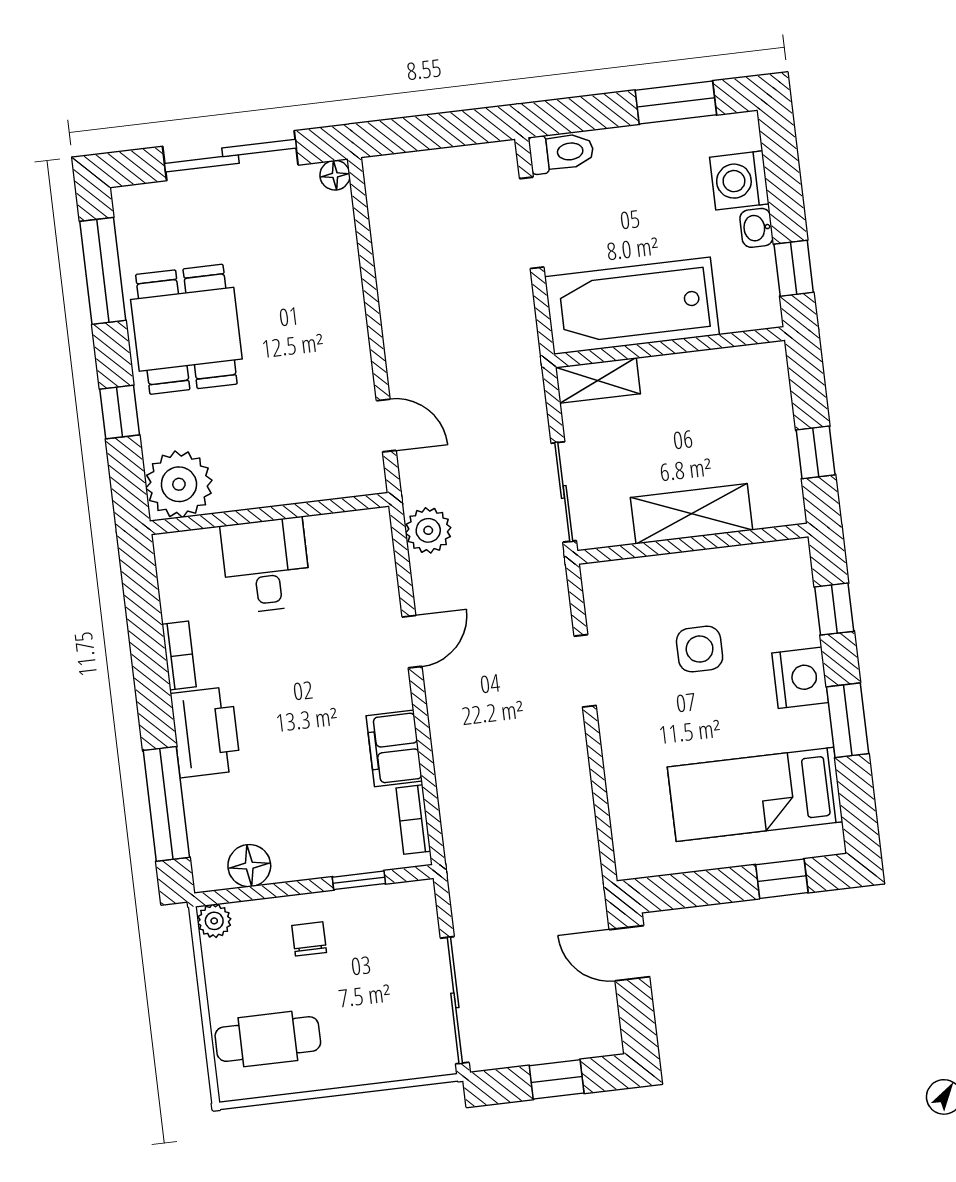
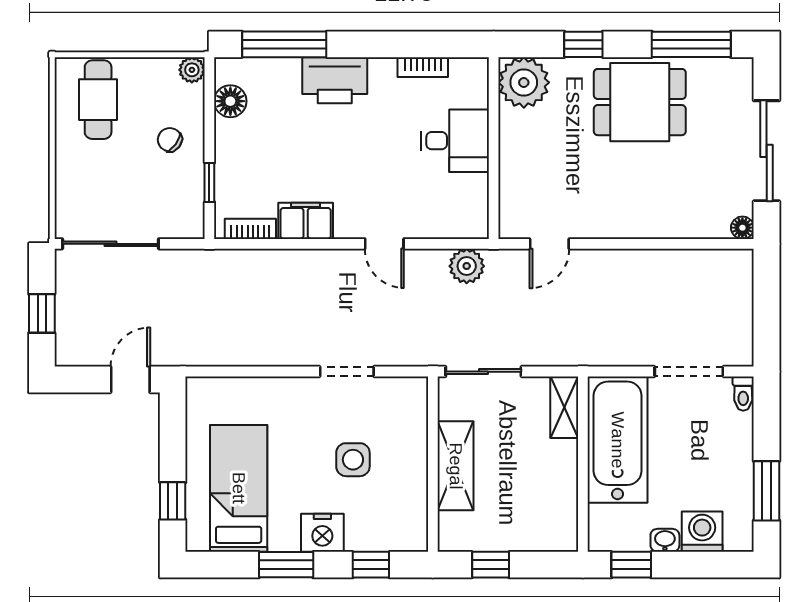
toilet: (561, 152) -> (743, 394), width x0.73, depth x0.72
bookcase: (179, 656) -> (423, 67), moved
chair: (309, 939) -> (170, 140), turned -144

